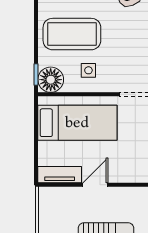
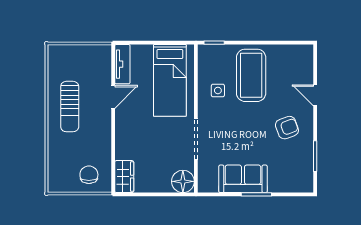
floor lamp: (51, 80) -> (209, 56), removed
door: (95, 185) -> (113, 97), hinge flipped

